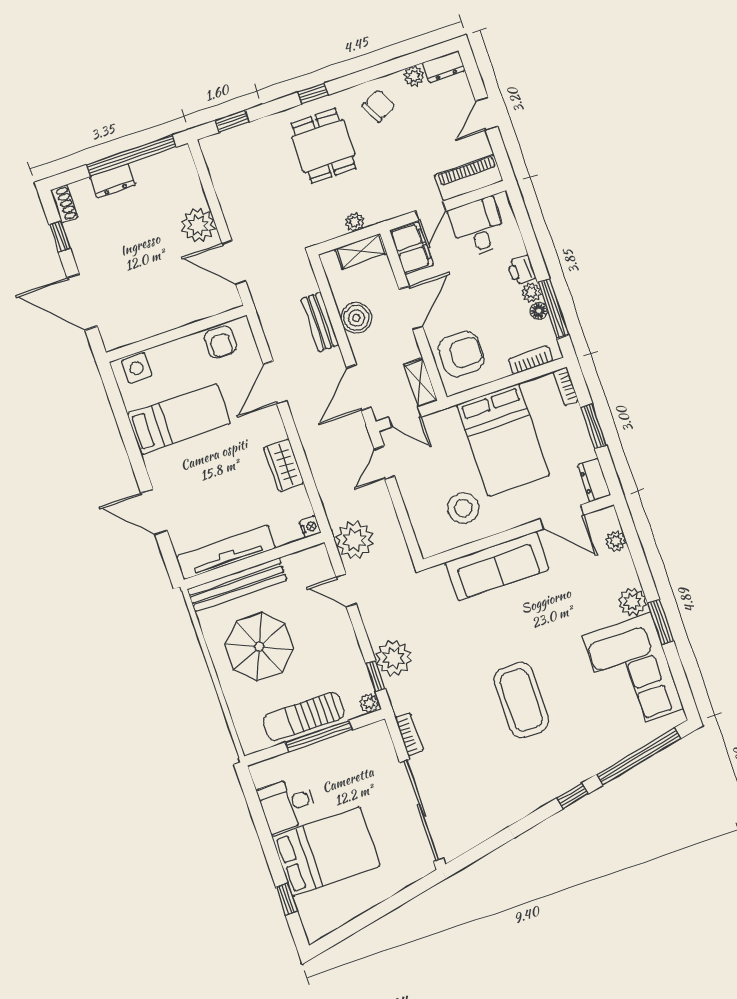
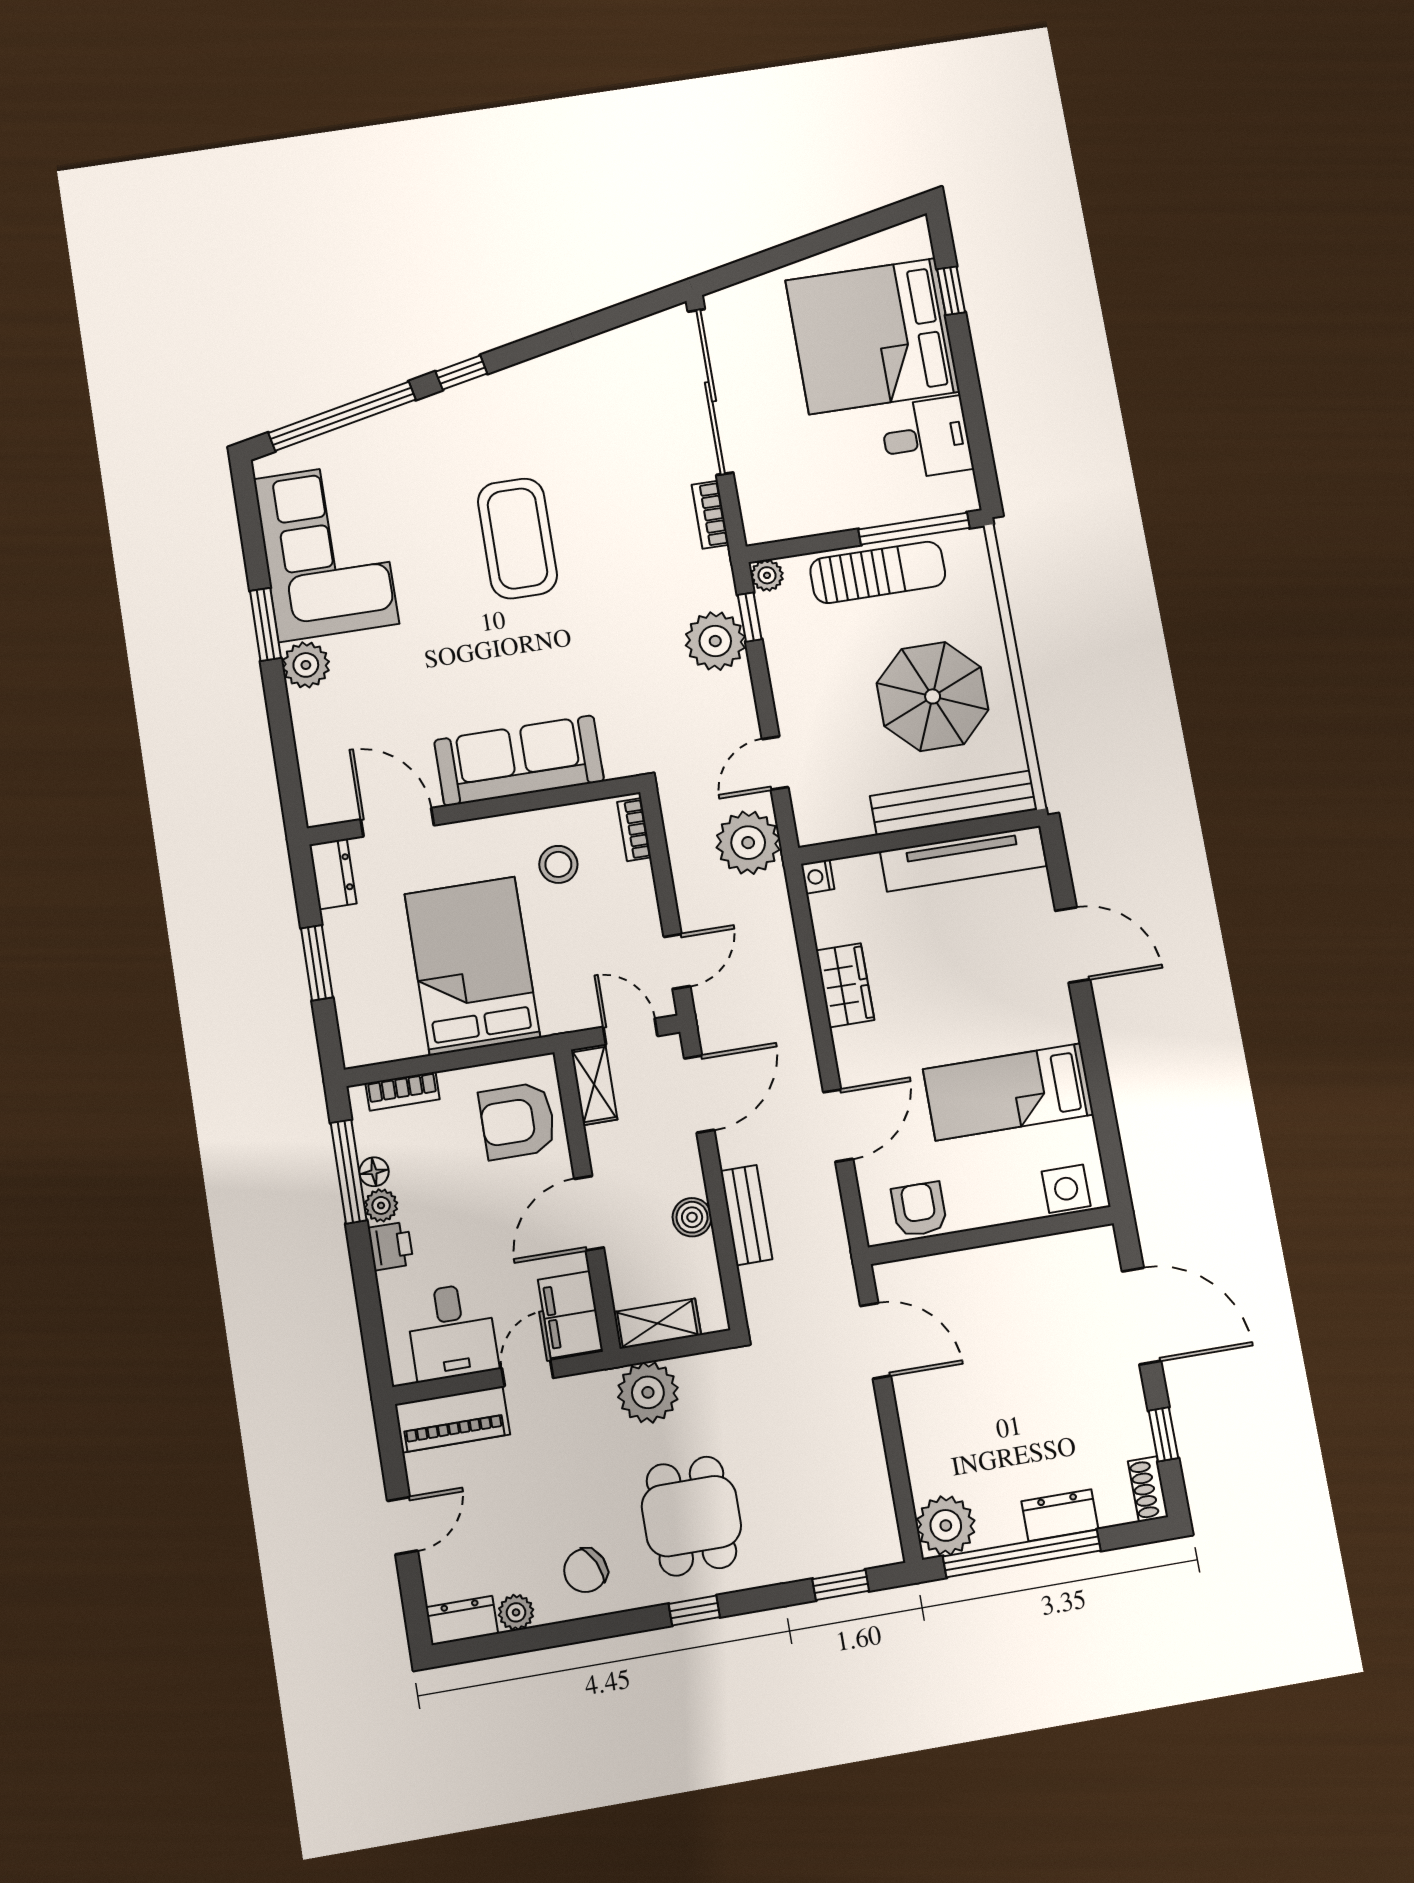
plant: (355, 222) -> (648, 1392), width x1.88, depth x1.88
plant: (198, 225) -> (946, 1525), moved
boiler: (356, 318) -> (692, 1217), width x0.73, depth x0.73
bookcase: (566, 386) -> (634, 830), moved, turned 180
stool: (463, 508) -> (558, 864), width x0.73, depth x0.73
plant: (616, 541) -> (315, 768), removed
door: (346, 590) -> (775, 763), swing flipped
window: (319, 736) -> (914, 529), moved
bed: (326, 851) -> (872, 336), width x1.36

